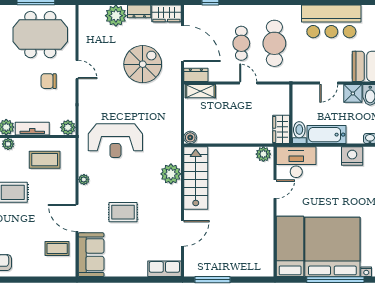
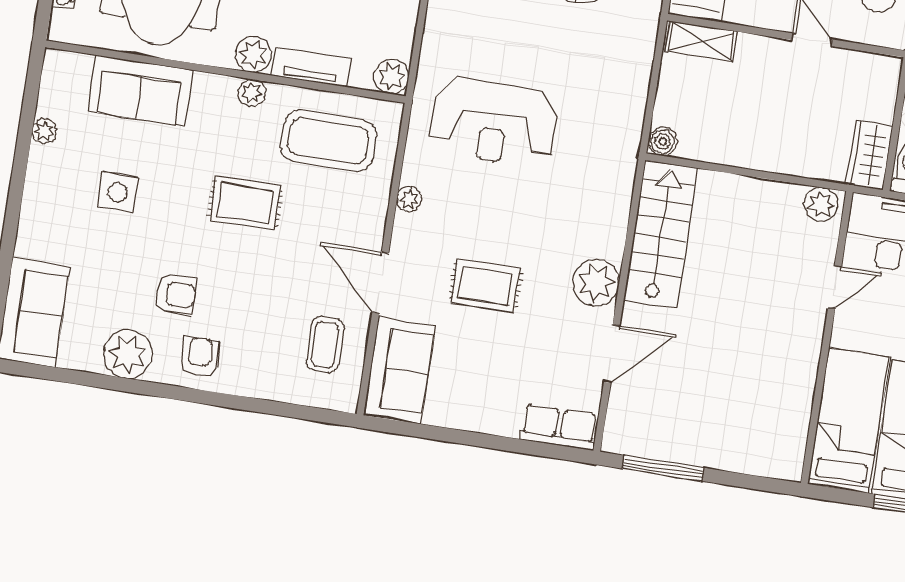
coffee table: (45, 160) -> (328, 141), width x1.36, depth x1.32
plant: (171, 174) -> (596, 282), moved
coffee table: (57, 248) -> (325, 344), turned 90

